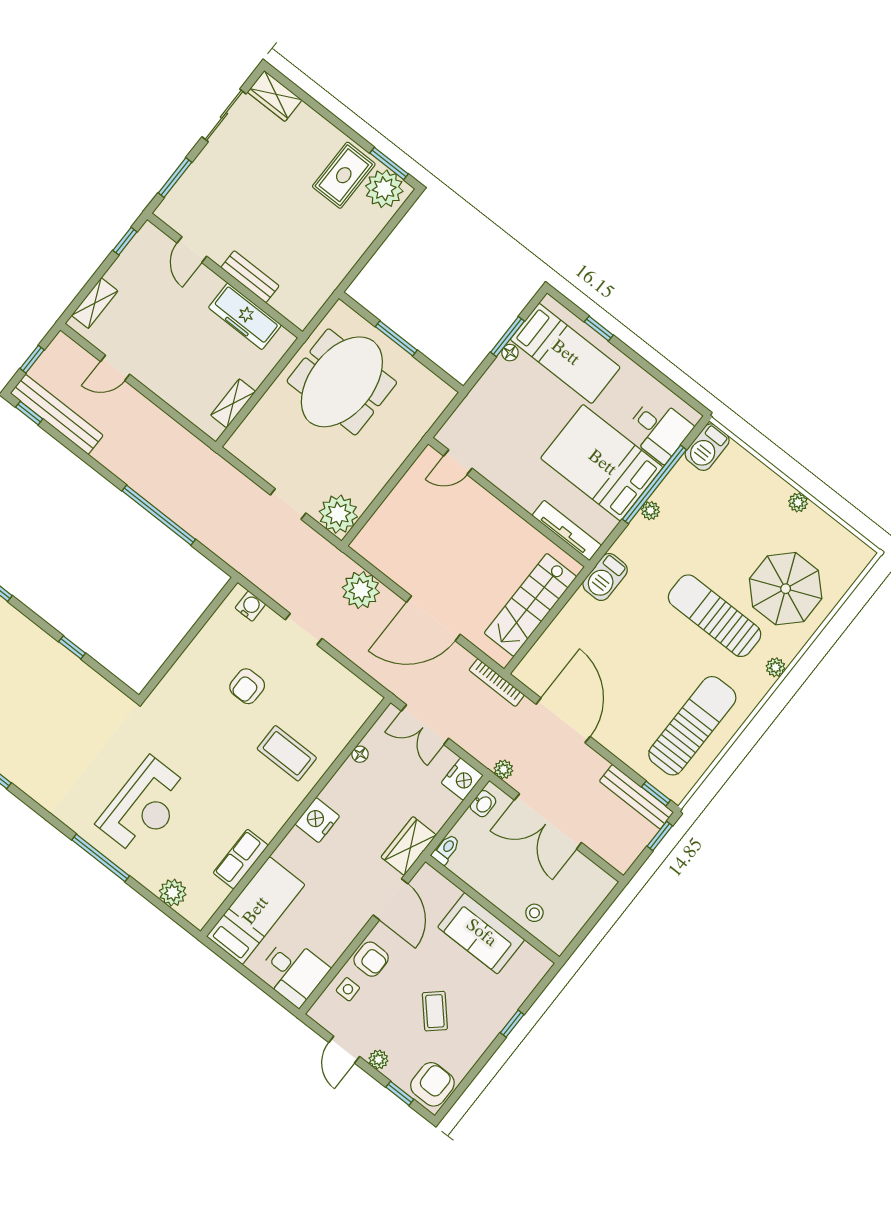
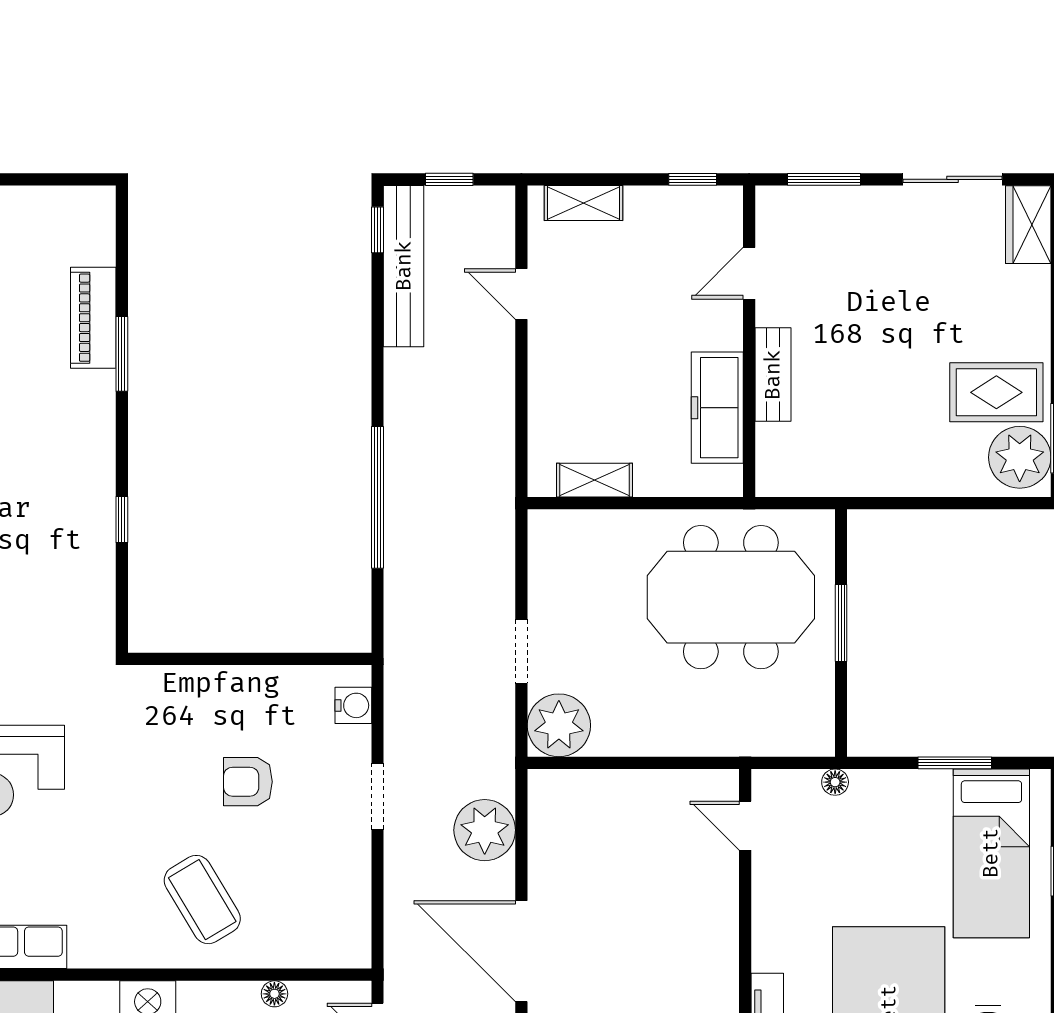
floor lamp: (510, 353) -> (835, 782), moved
coffee table: (287, 753) -> (202, 900), turned -31

